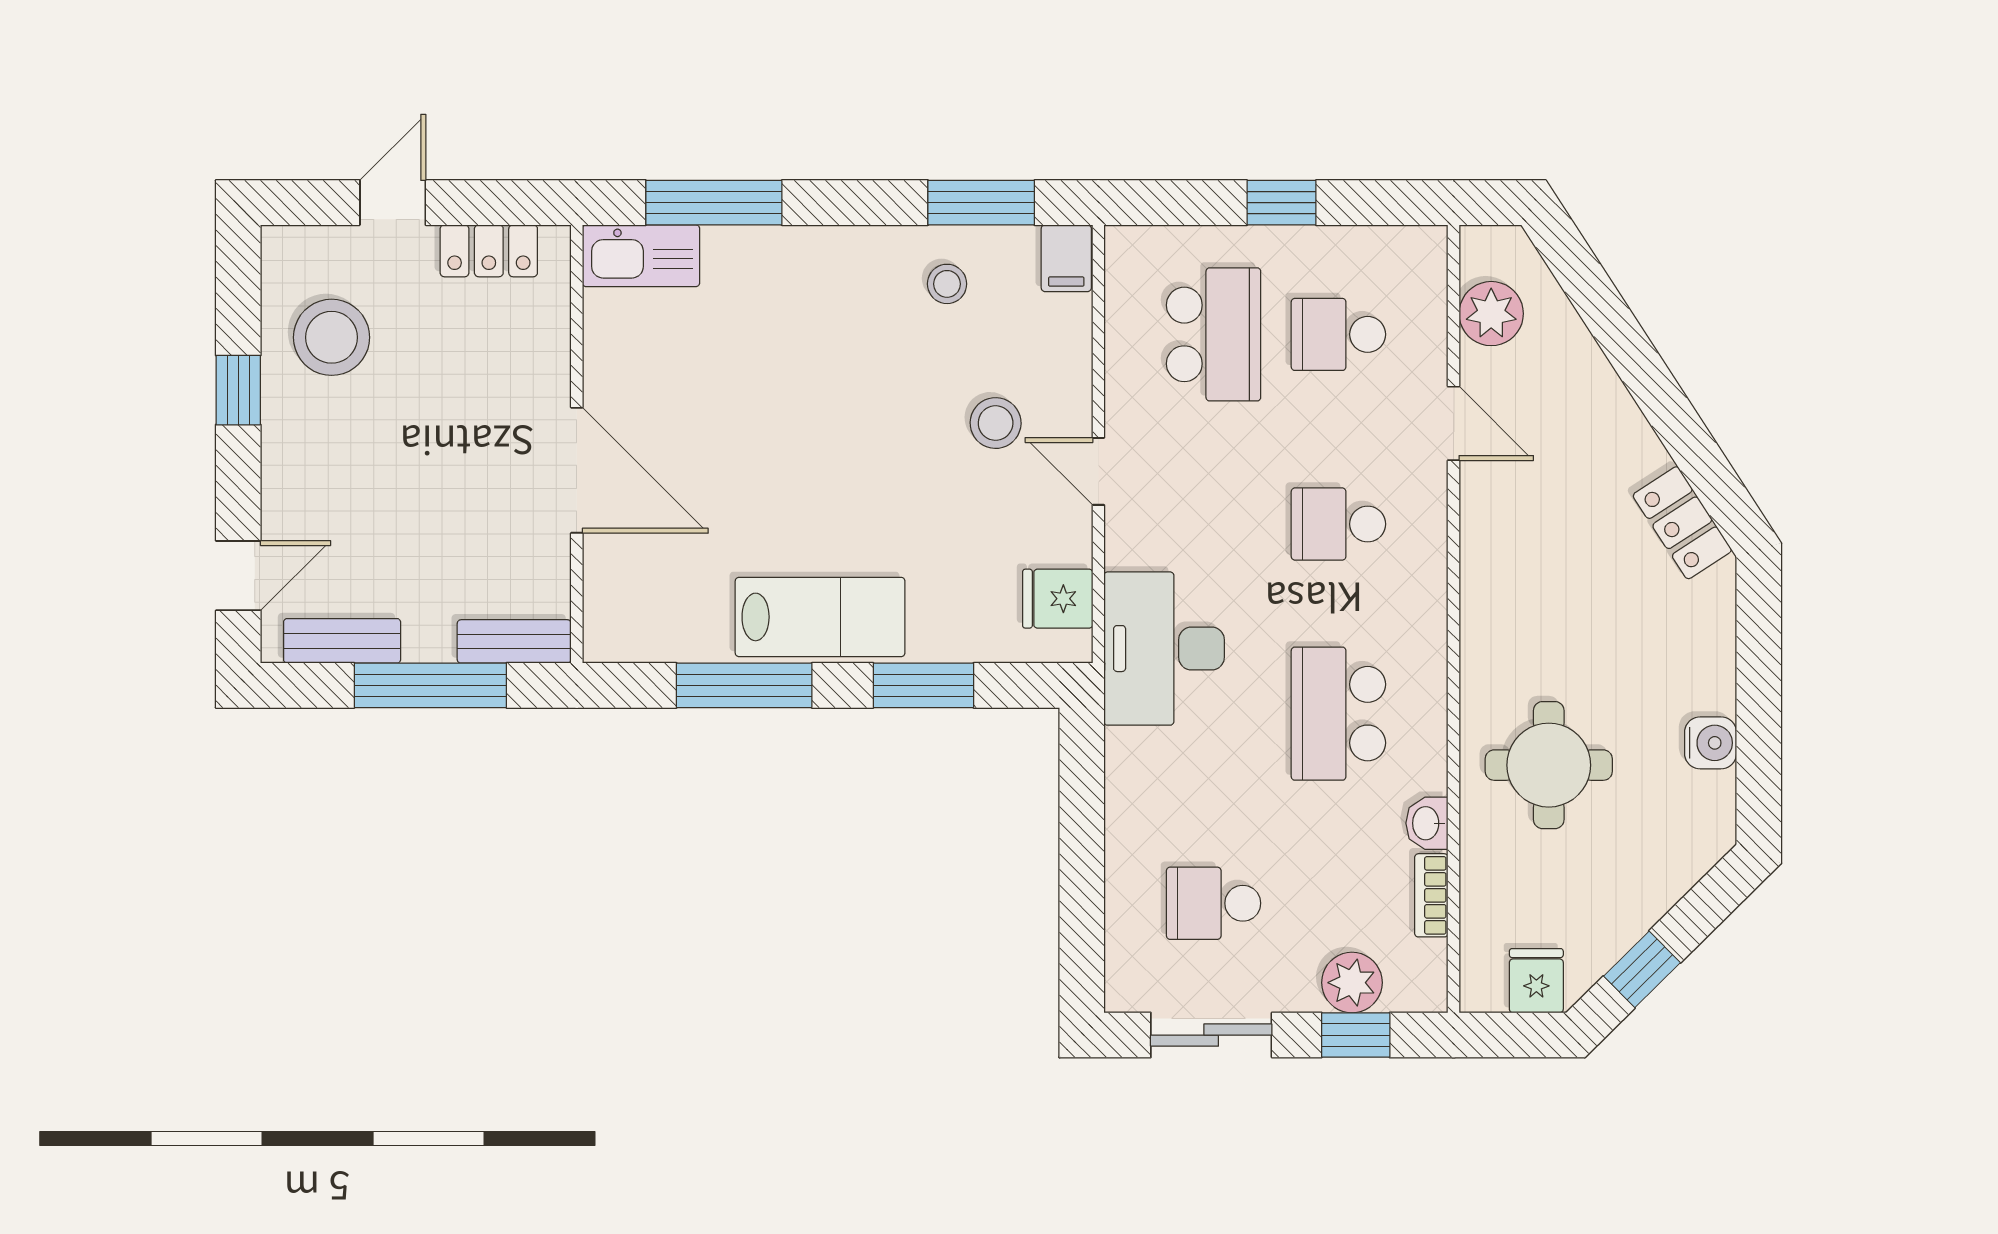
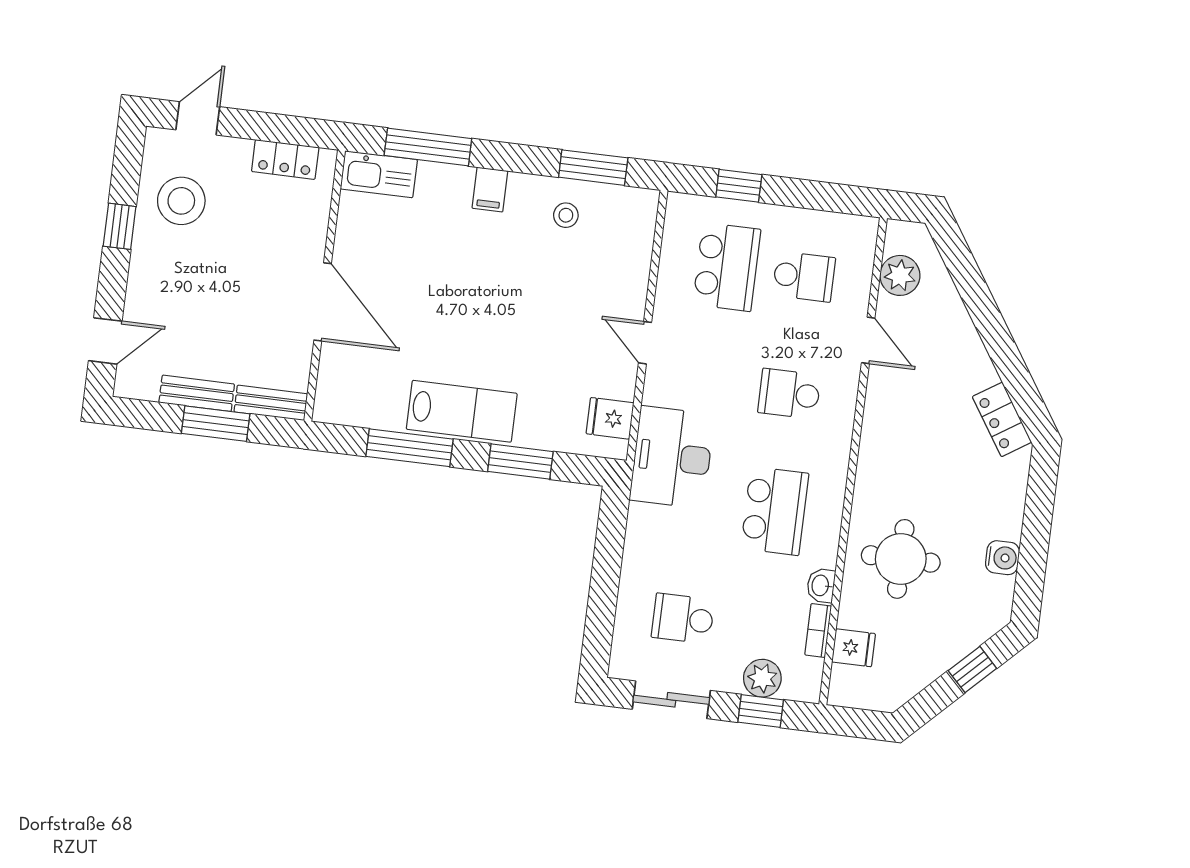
door: (393, 203) -> (198, 118), moved
window: (1281, 203) -> (739, 186), moved
filing cabinet: (1066, 258) -> (490, 190), moved
school desk: (1338, 334) -> (804, 277), turned 180
stool: (996, 423) -> (585, 305), removed
bench: (342, 641) -> (197, 393), moved
window: (430, 685) -> (216, 424), width x0.69
school desk: (1338, 714) -> (775, 511), turned 180
window: (1642, 969) -> (972, 670), moved
fridge: (1536, 981) -> (854, 648), moved, turned 90

